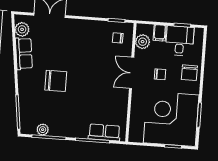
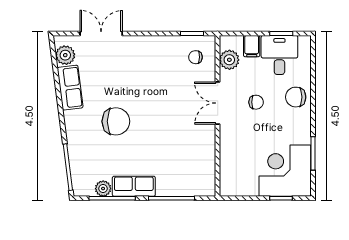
chair: (189, 73) -> (296, 97), turned 90
corner desk: (171, 119) -> (285, 171), width x0.74, depth x0.74
row of seats: (104, 132) -> (134, 186), moved

